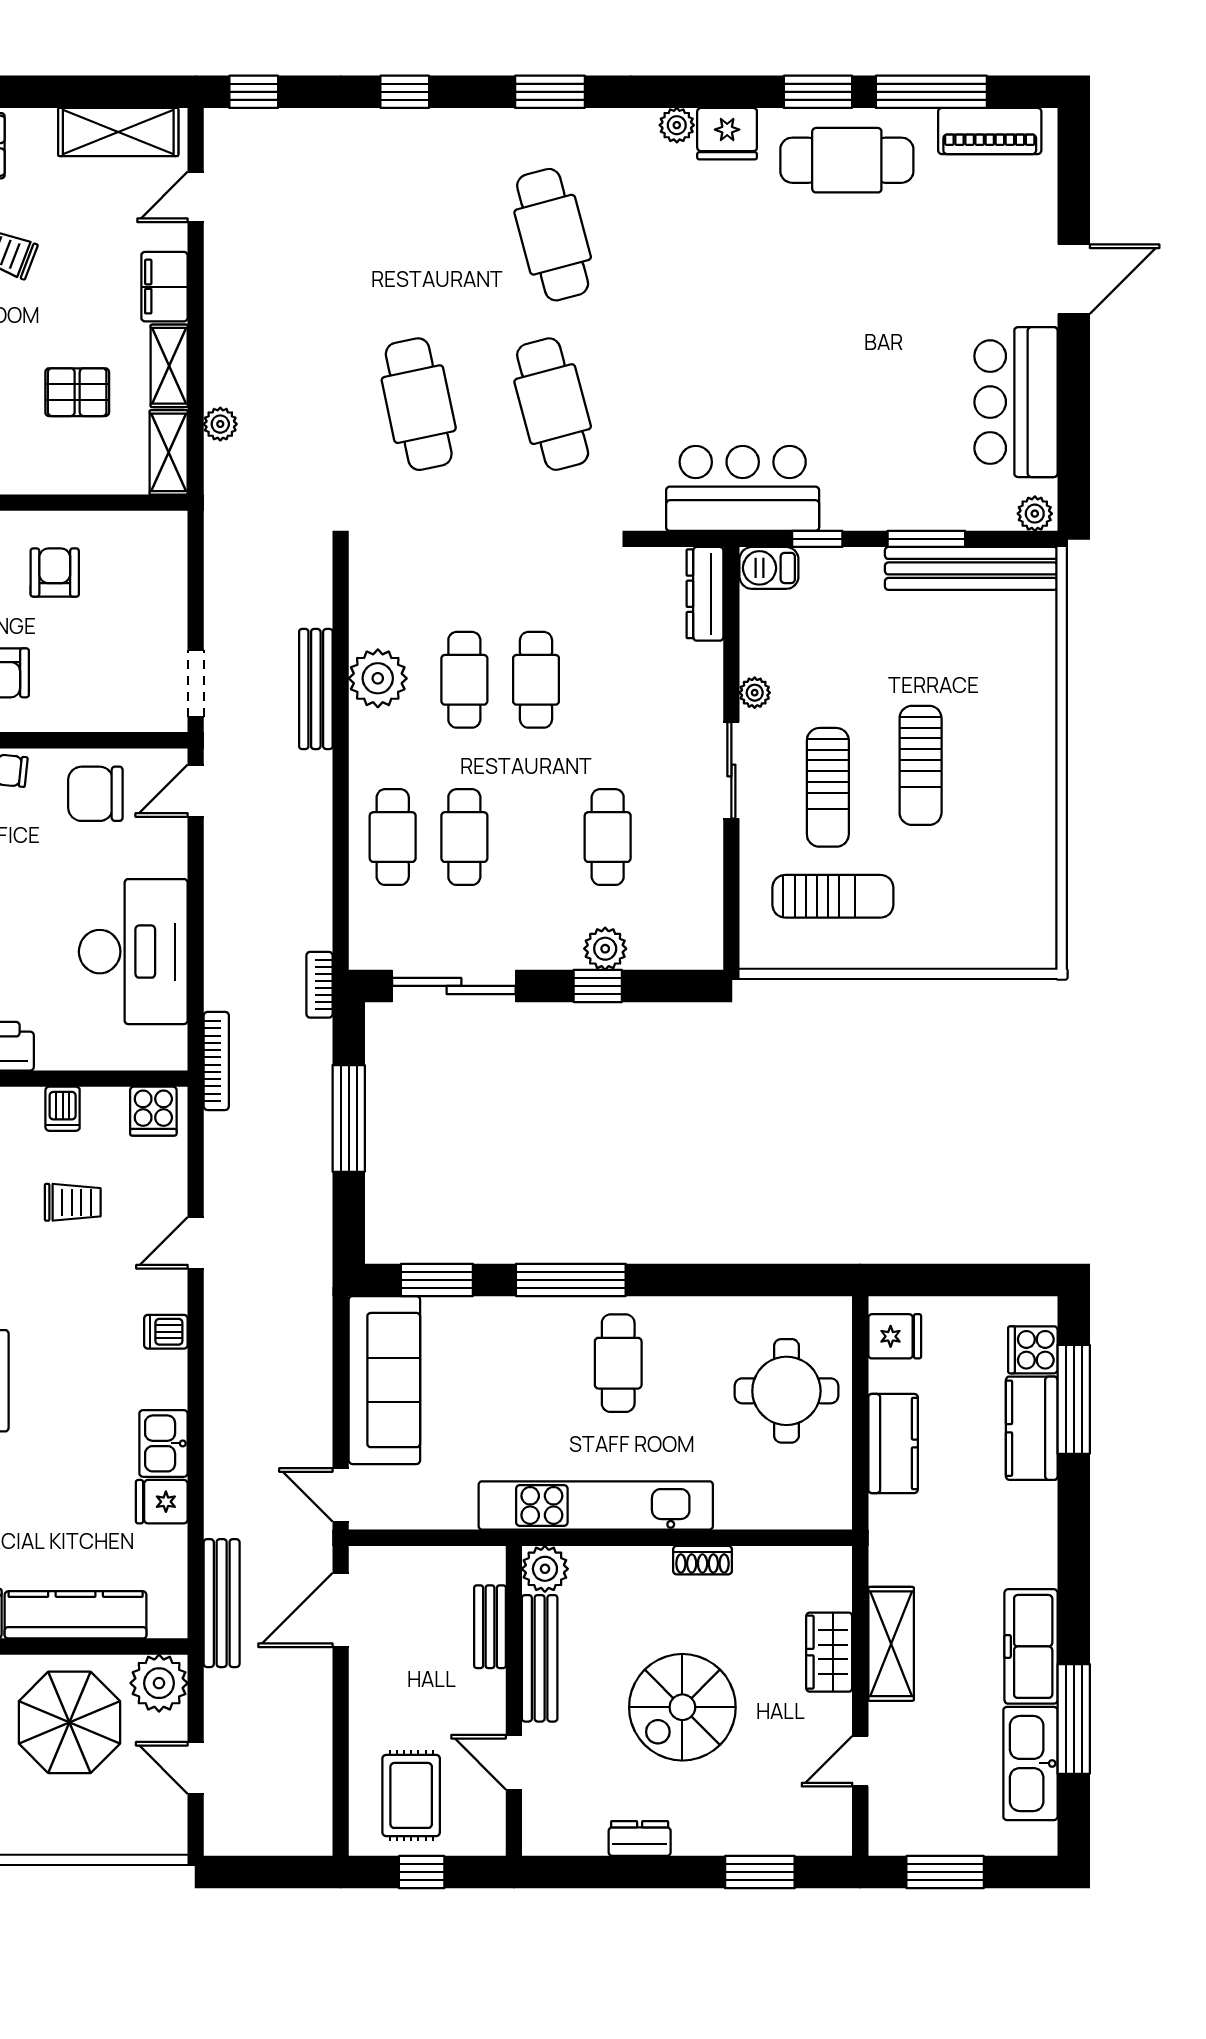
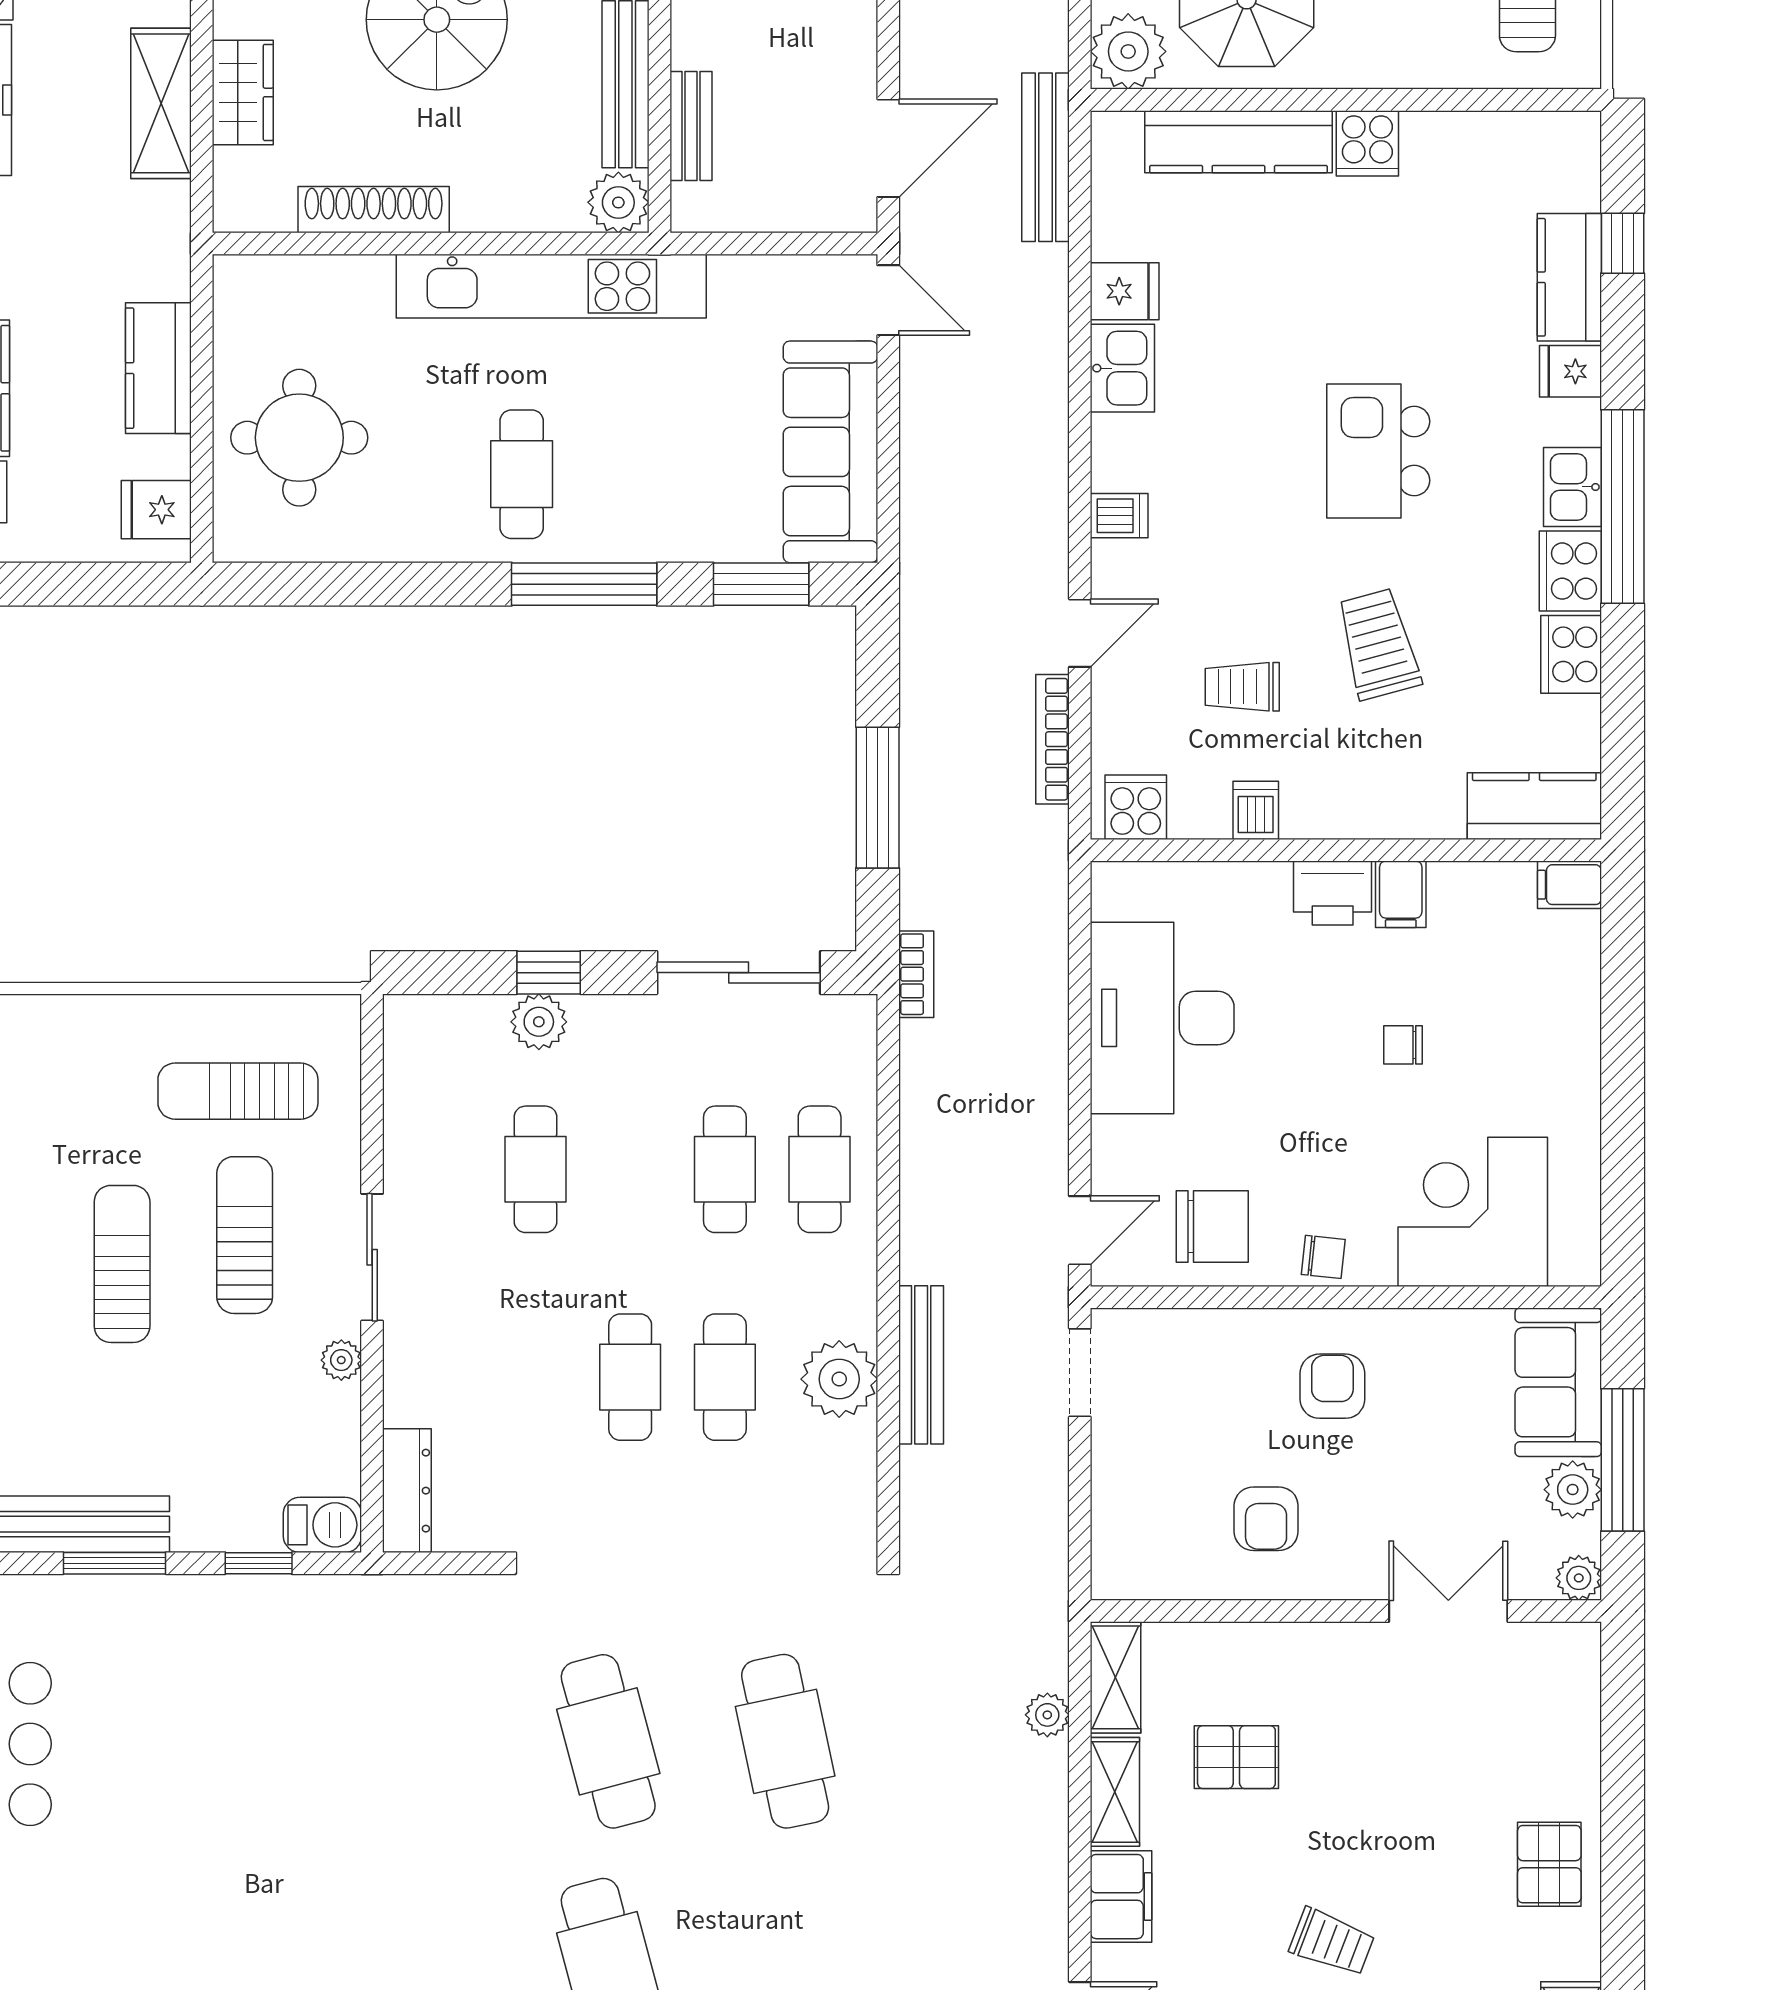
bar counter: (743, 488) -> (357, 1630), removed
bookcase: (216, 1061) -> (1053, 739), moved
shoe rack: (703, 1560) -> (374, 210), width x1.94, depth x1.24

